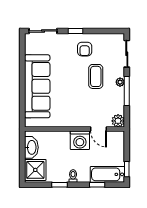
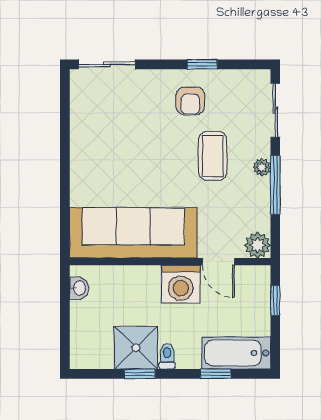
window: (75, 31) -> (202, 64), moved
sofa: (37, 86) -> (133, 233), moved, turned -90
washbasin: (31, 147) -> (79, 288), width x0.52, depth x0.69
window: (127, 169) -> (275, 300), moved
shower: (35, 170) -> (136, 348), moved

